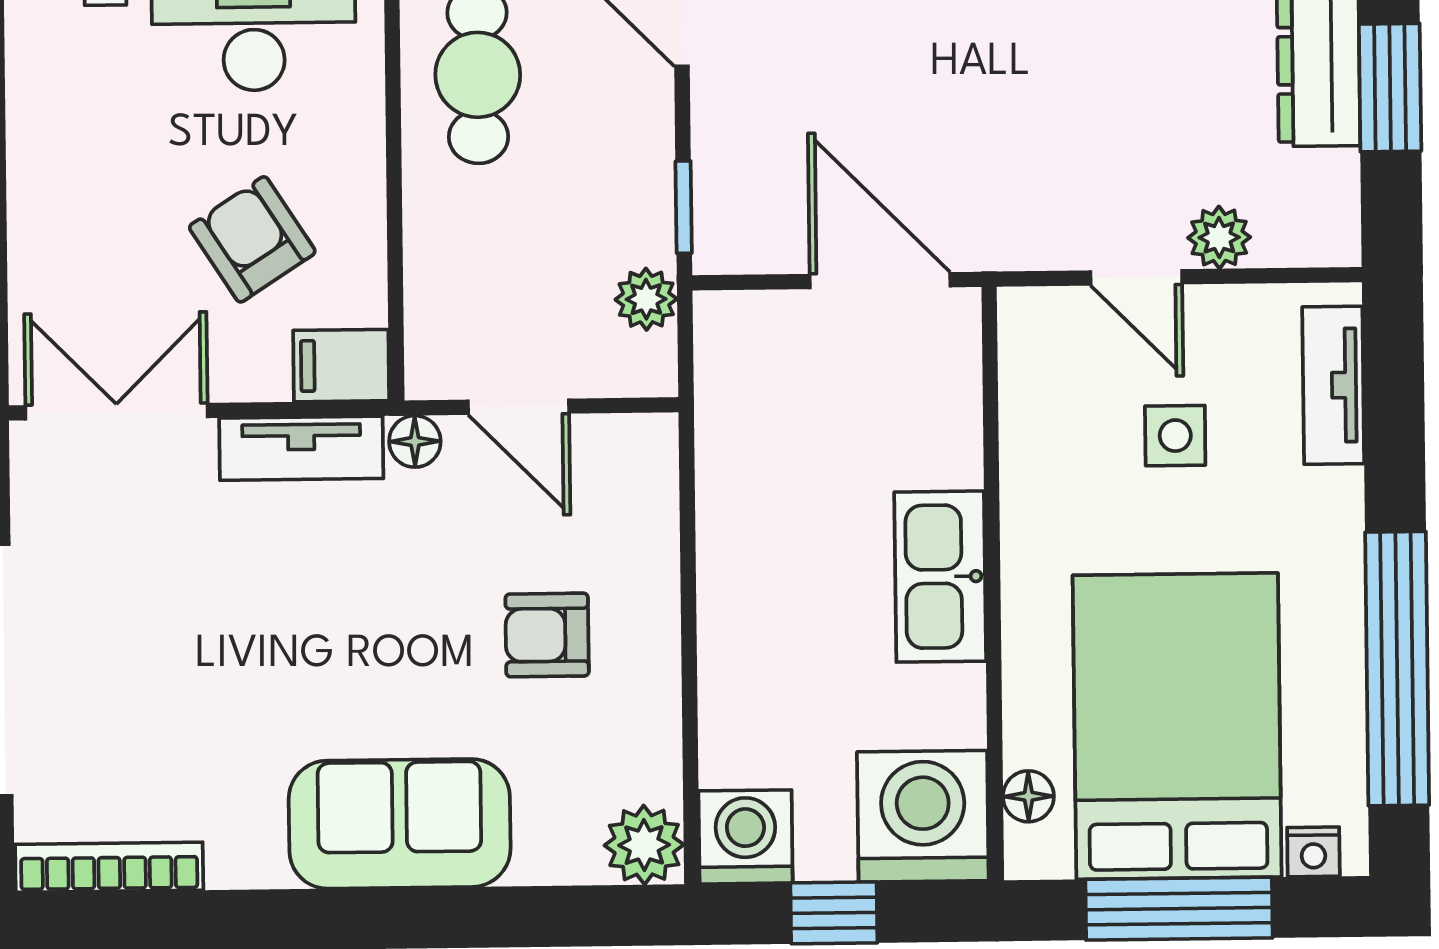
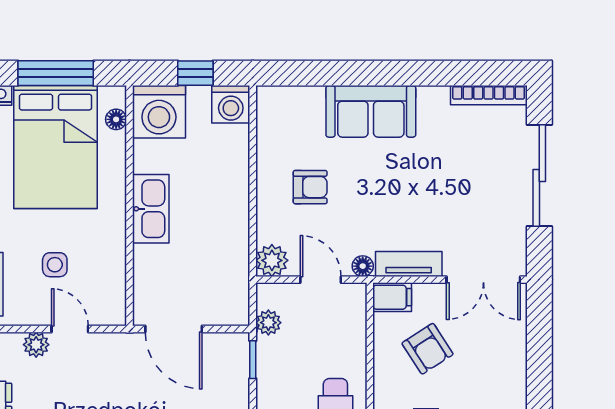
plant: (644, 845) -> (272, 260), moved

